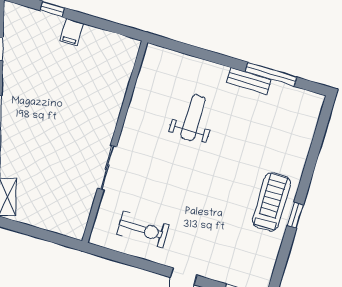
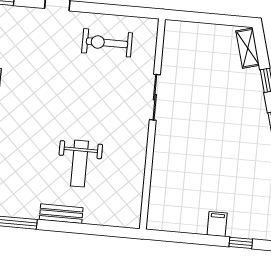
bench: (249, 81) -> (61, 214), moved

